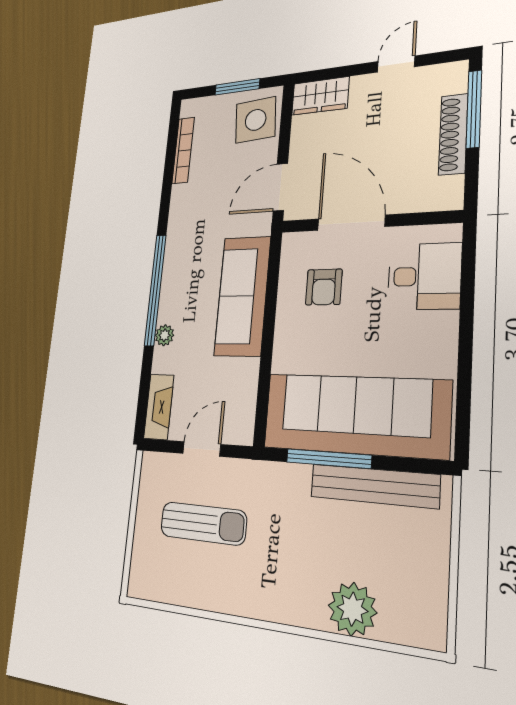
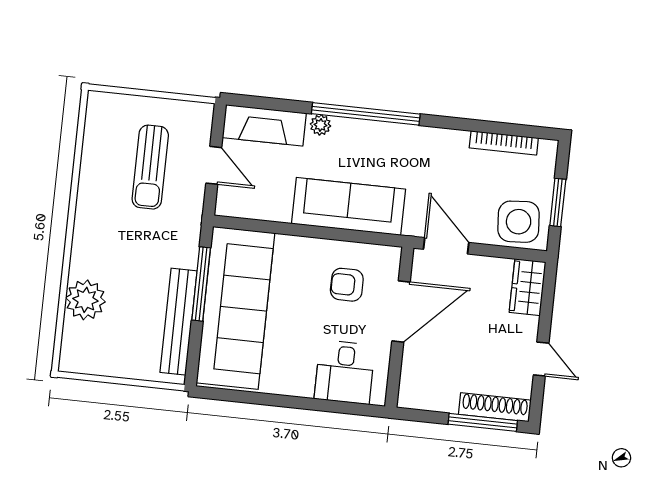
shoe rack: (453, 134) -> (495, 407), moved
fireplace: (159, 407) -> (264, 125), width x1.37, depth x1.32

